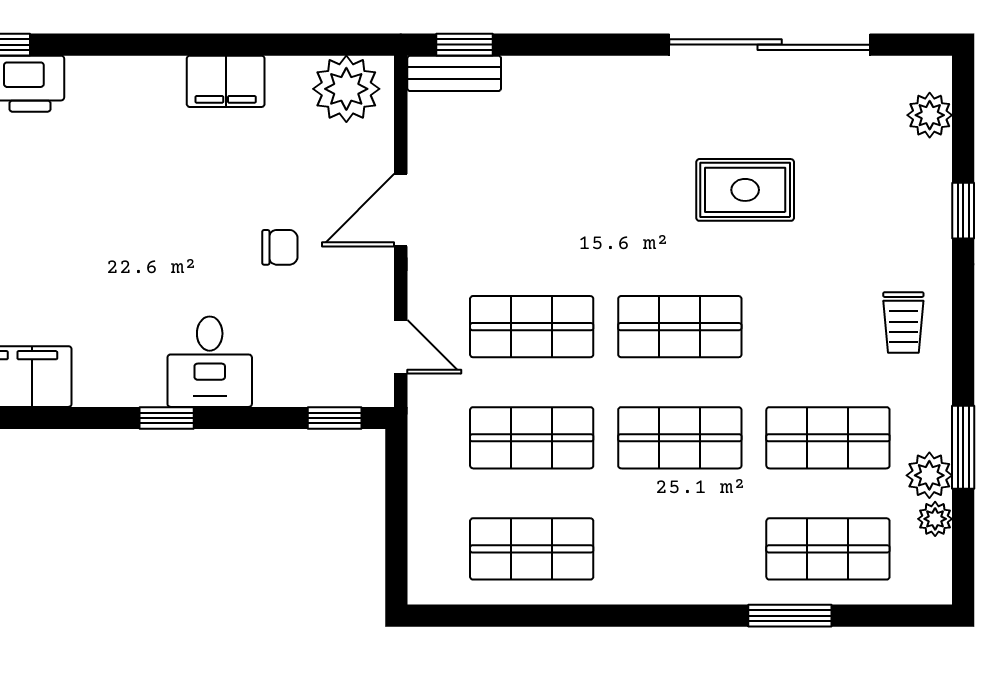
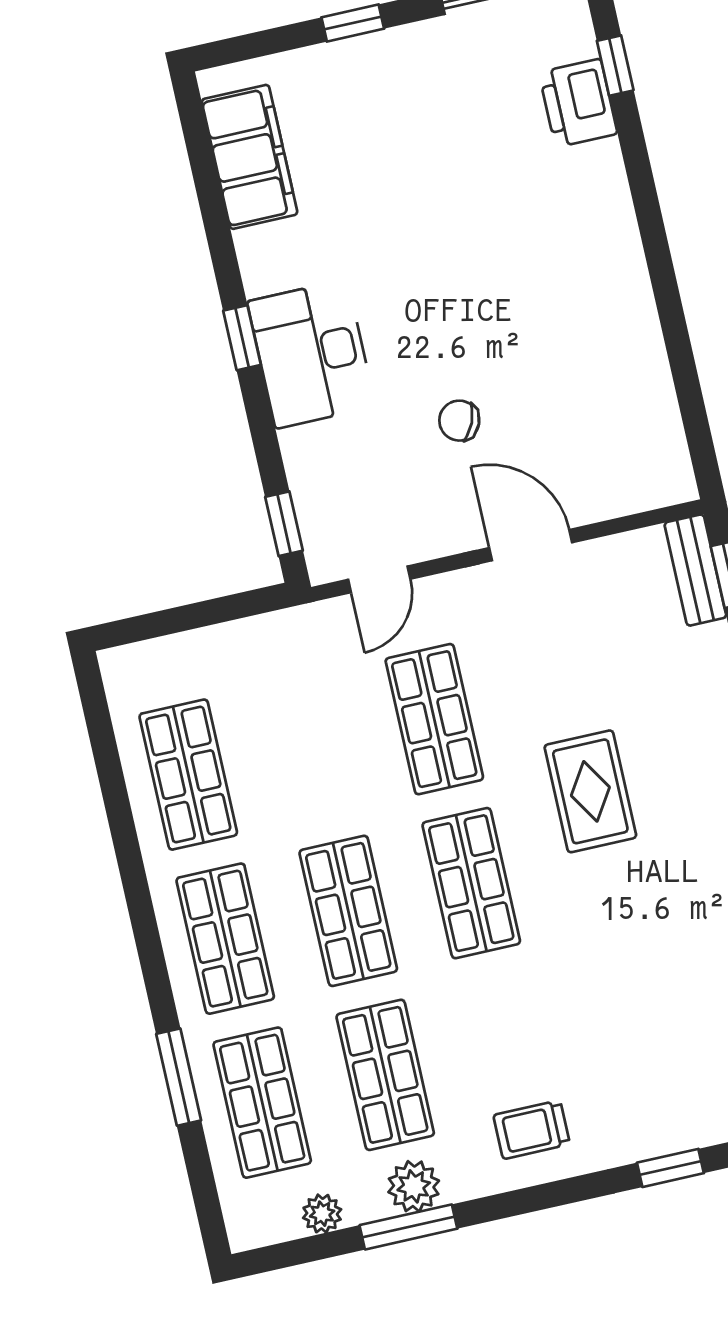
filing cabinet: (226, 81) -> (630, 319), removed
plant: (346, 89) -> (651, 454), removed
rug: (745, 190) -> (590, 791), moved
chair: (280, 247) -> (459, 421), turned 113
desk: (210, 362) -> (311, 354), width x1.37
shop shelf: (532, 438) -> (225, 939), moved
plant: (929, 475) -> (414, 1186), moved

